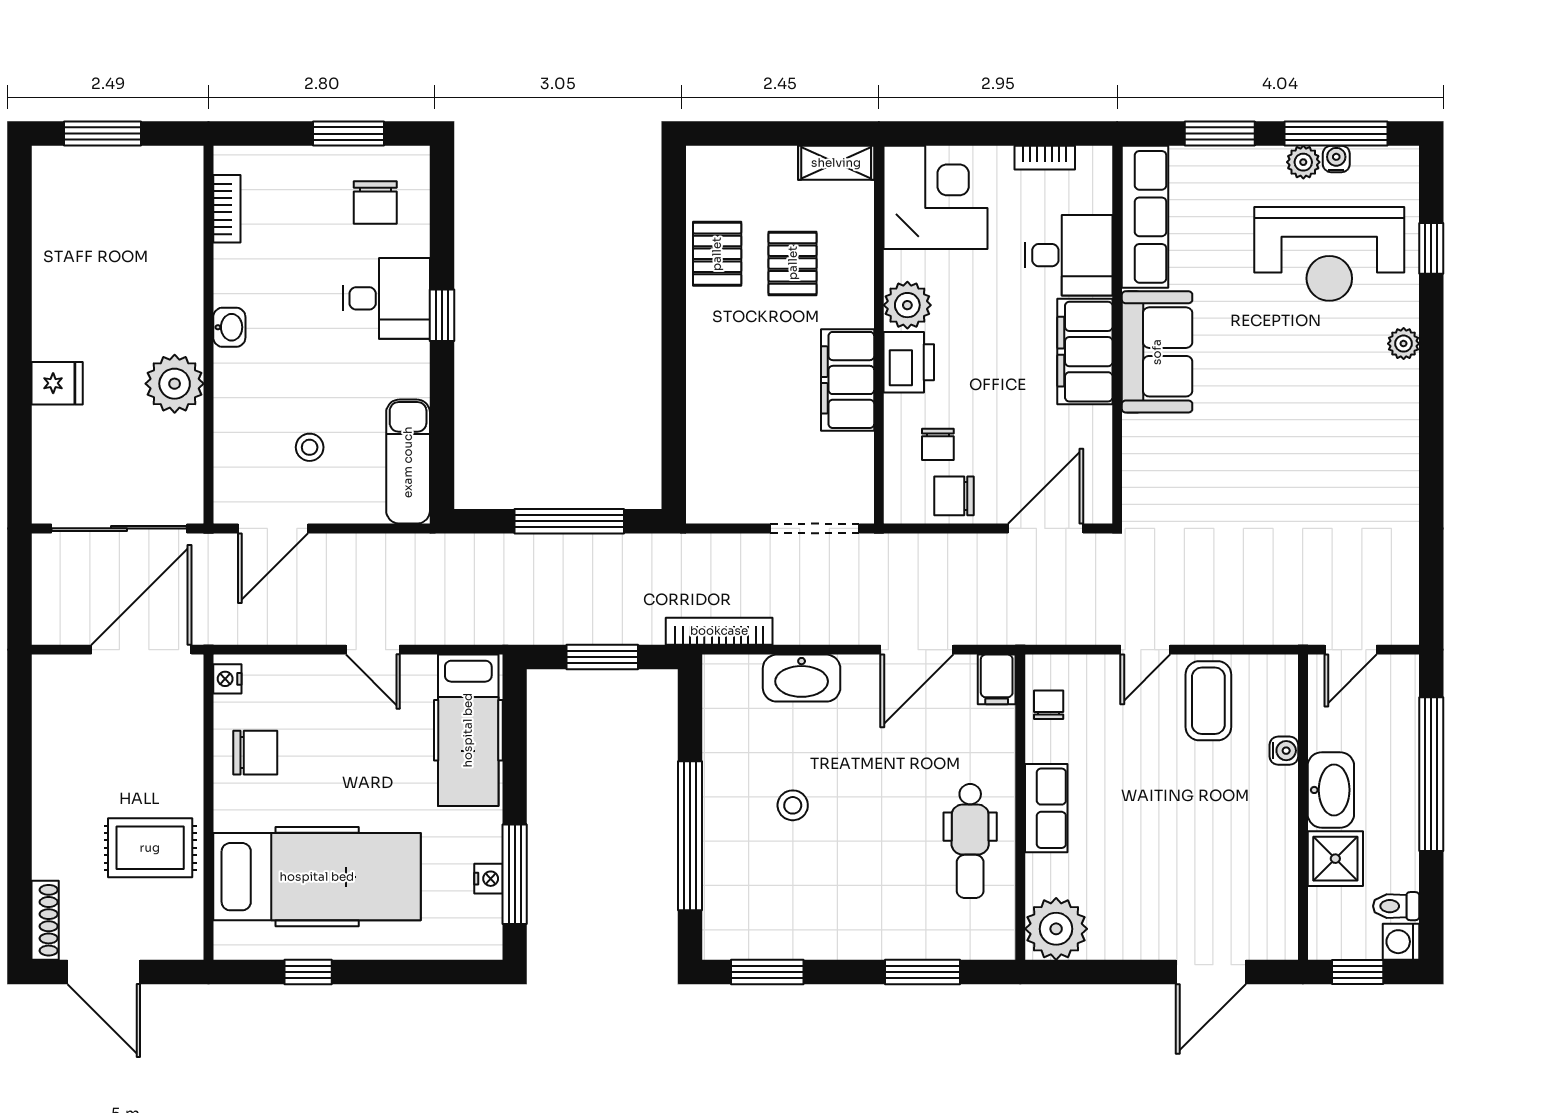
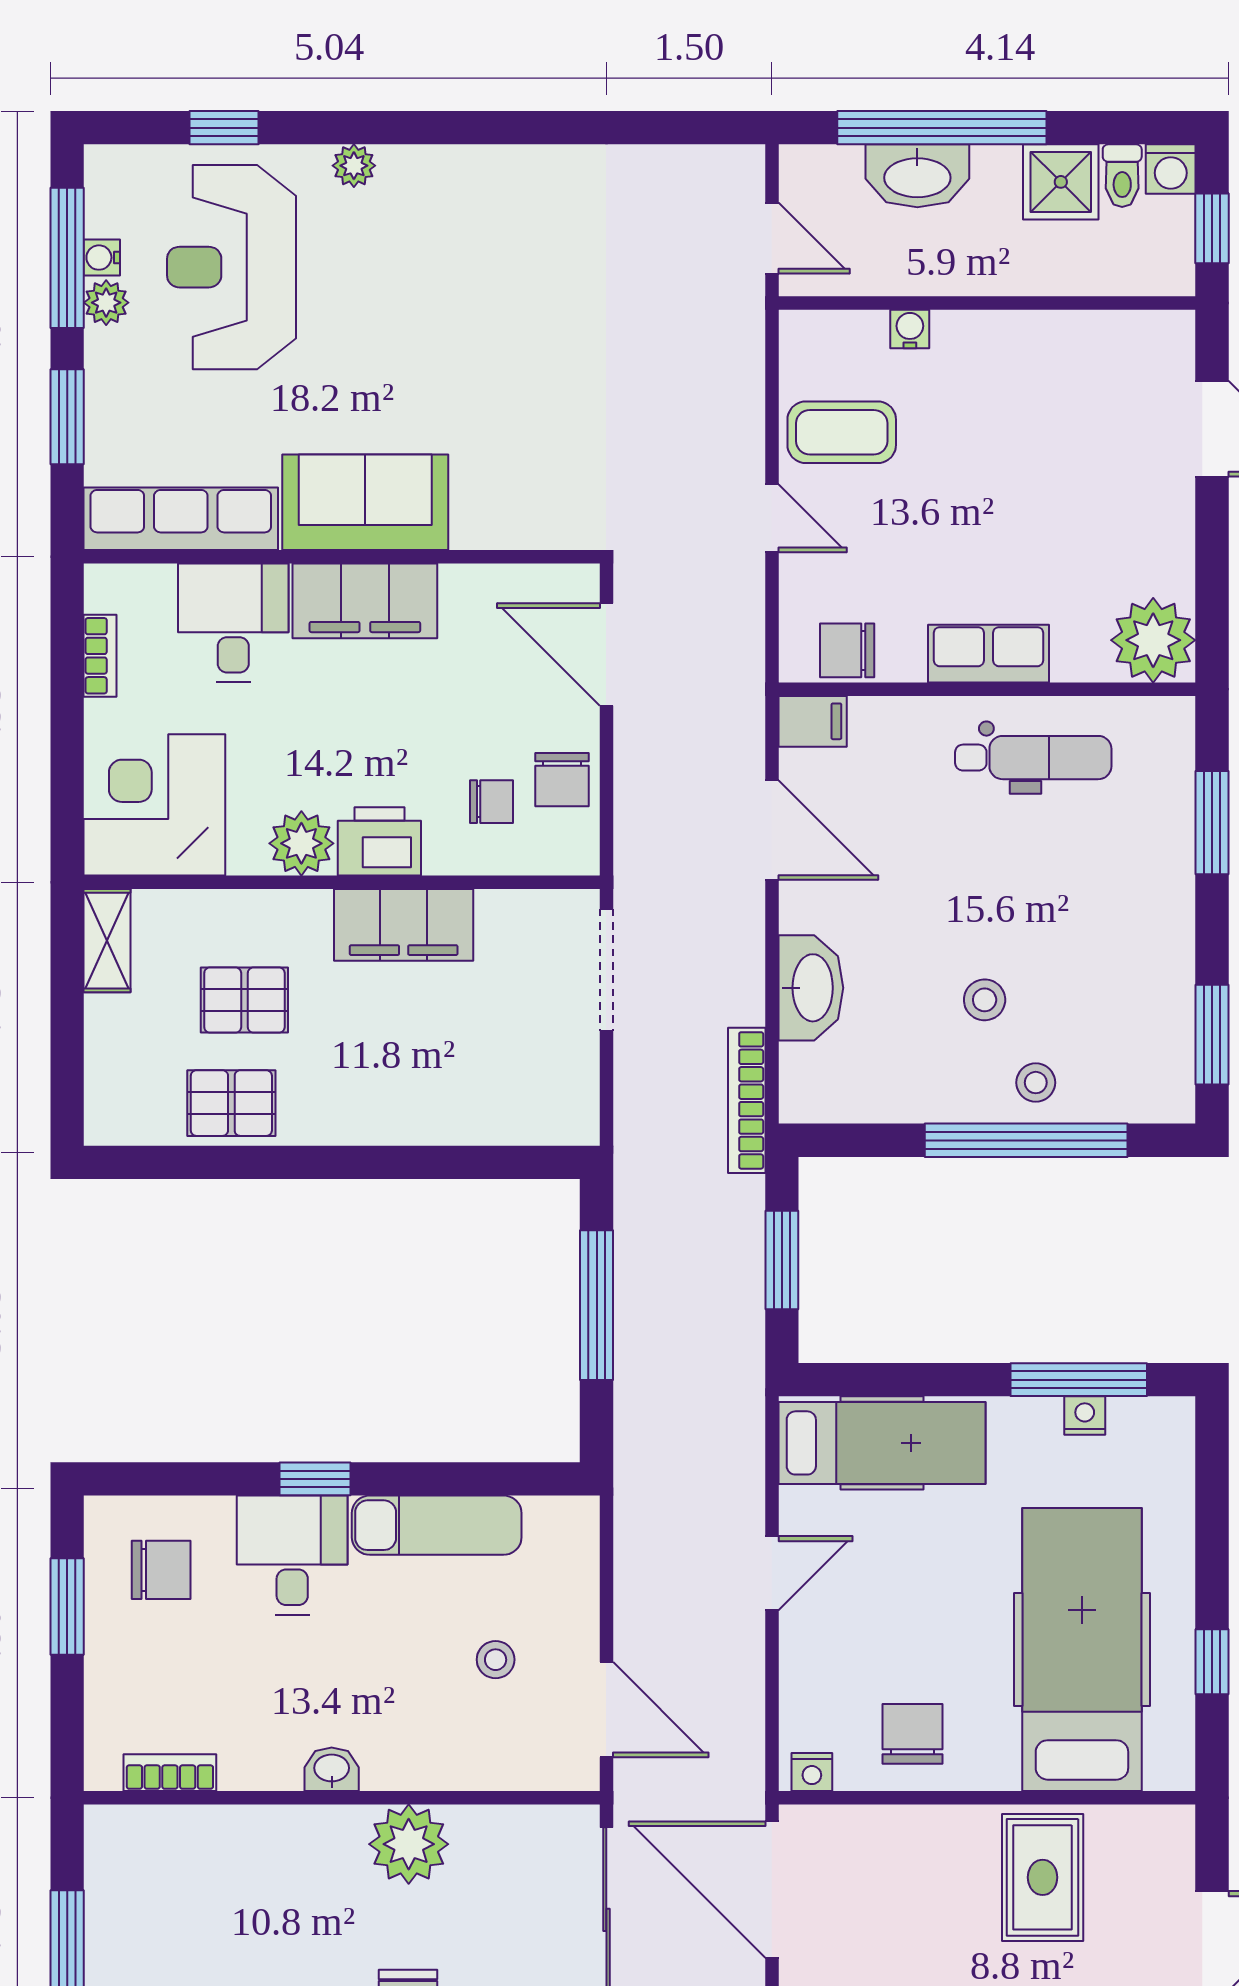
reception desk: (1329, 254) -> (231, 267), turned 180
exam couch: (408, 462) -> (437, 1525), moved
chair: (1049, 705) -> (847, 650), width x1.37, depth x1.37
washbasin: (1331, 790) -> (917, 176), moved, turned 180
stool: (732, 843) -> (1036, 1083), added
shower: (1335, 859) -> (1061, 182), moved

